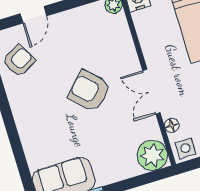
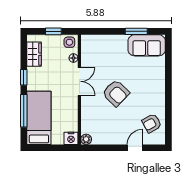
plant: (152, 155) -> (90, 44), removed

